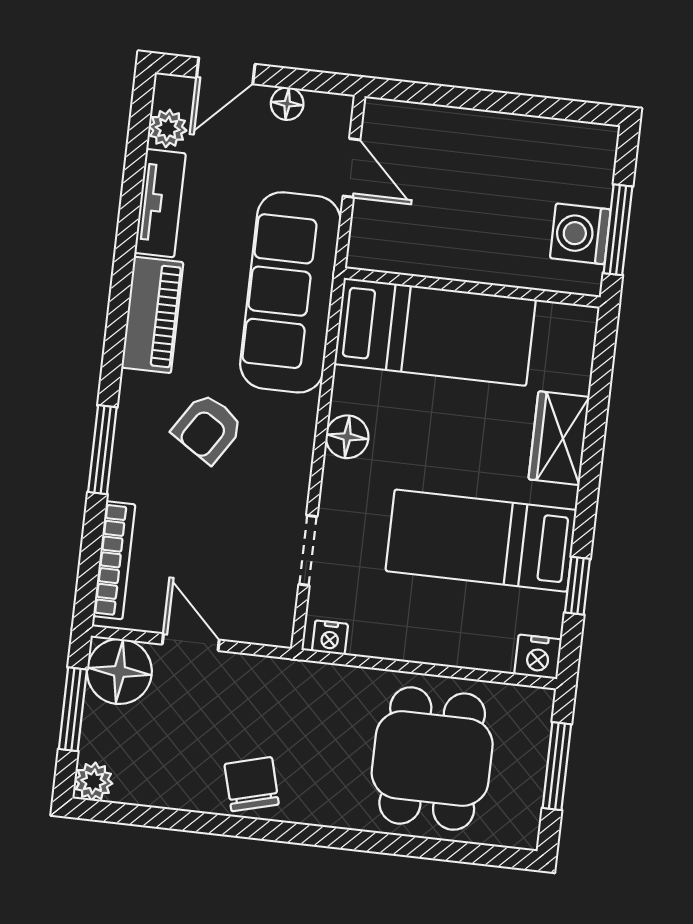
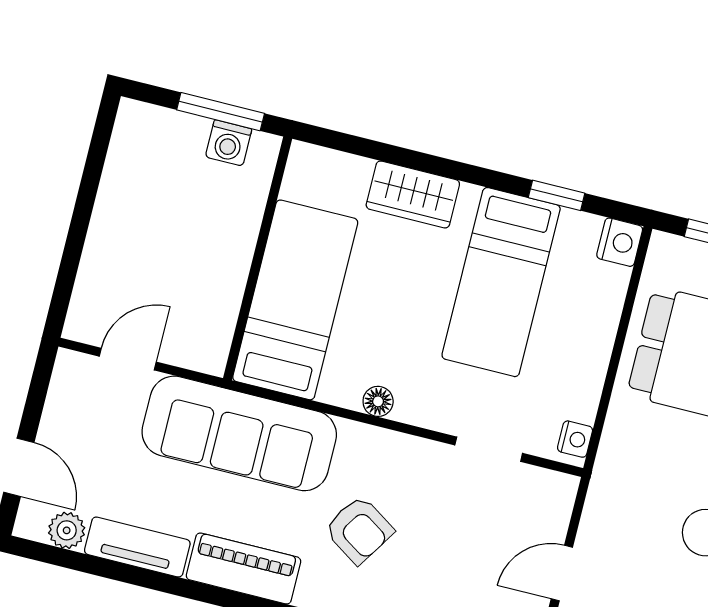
floor lamp: (287, 104) -> (58, 413), removed
washing machine: (580, 234) -> (229, 143), width x0.73, depth x0.73
floor lamp: (347, 437) -> (378, 401), width x0.73, depth x0.73

